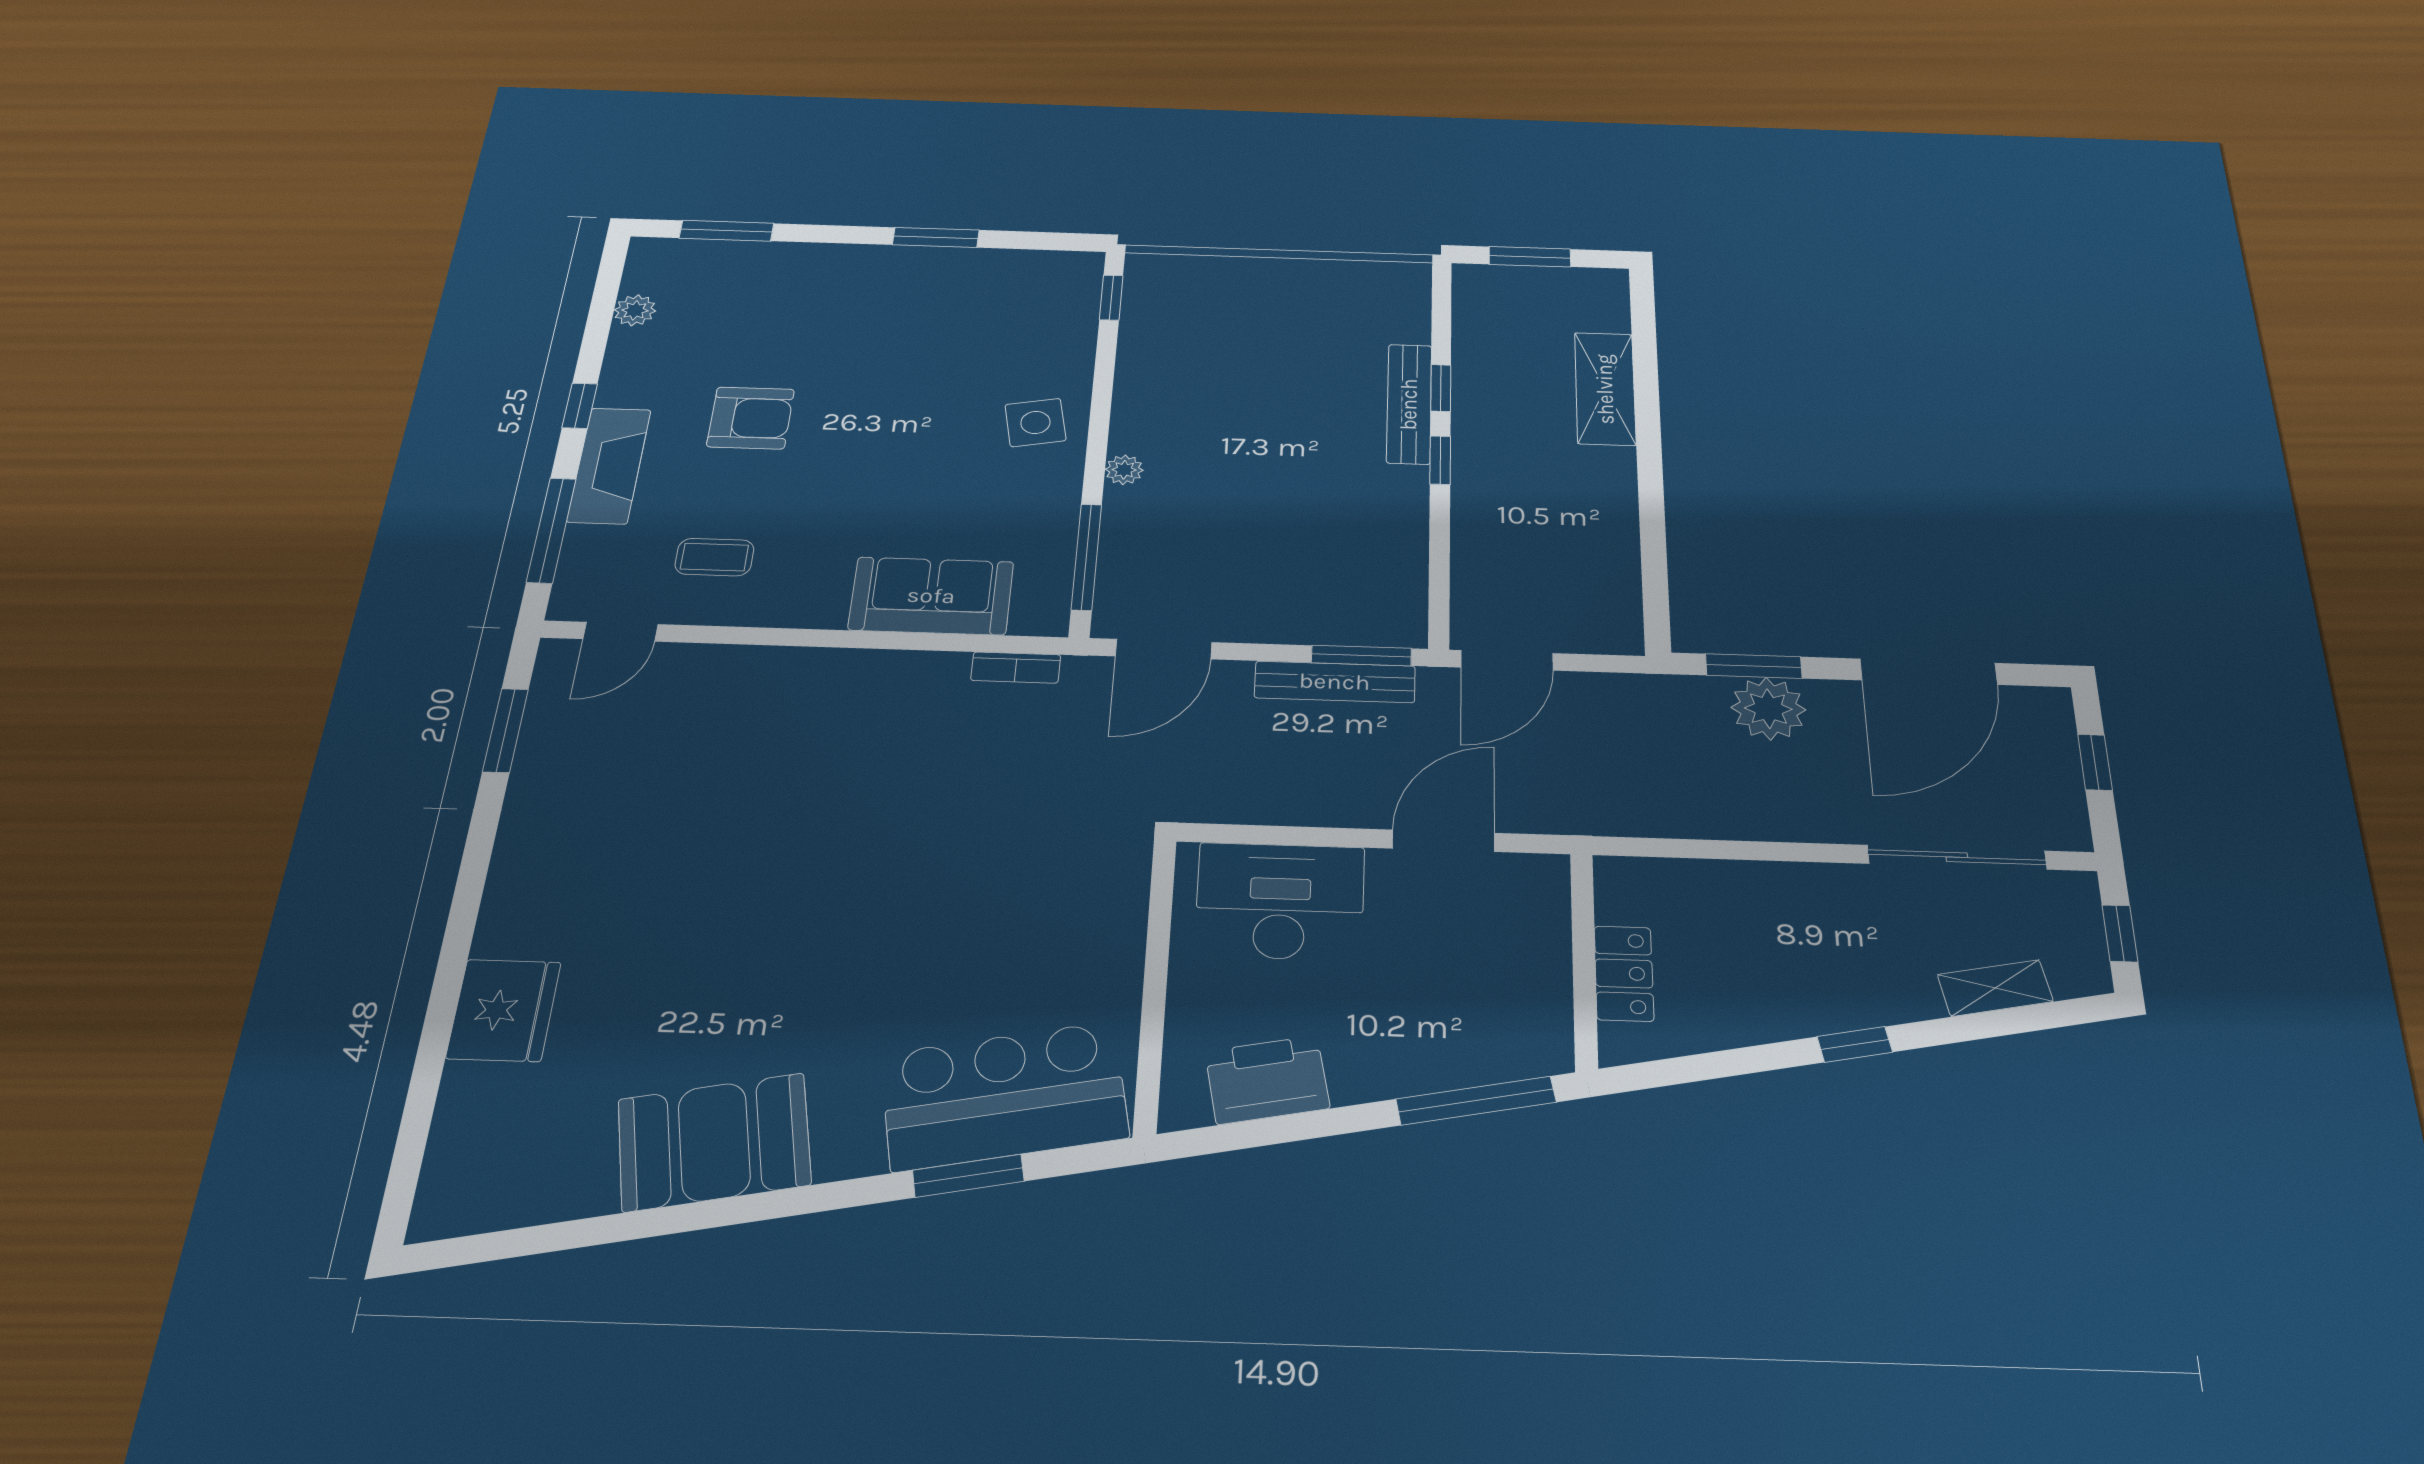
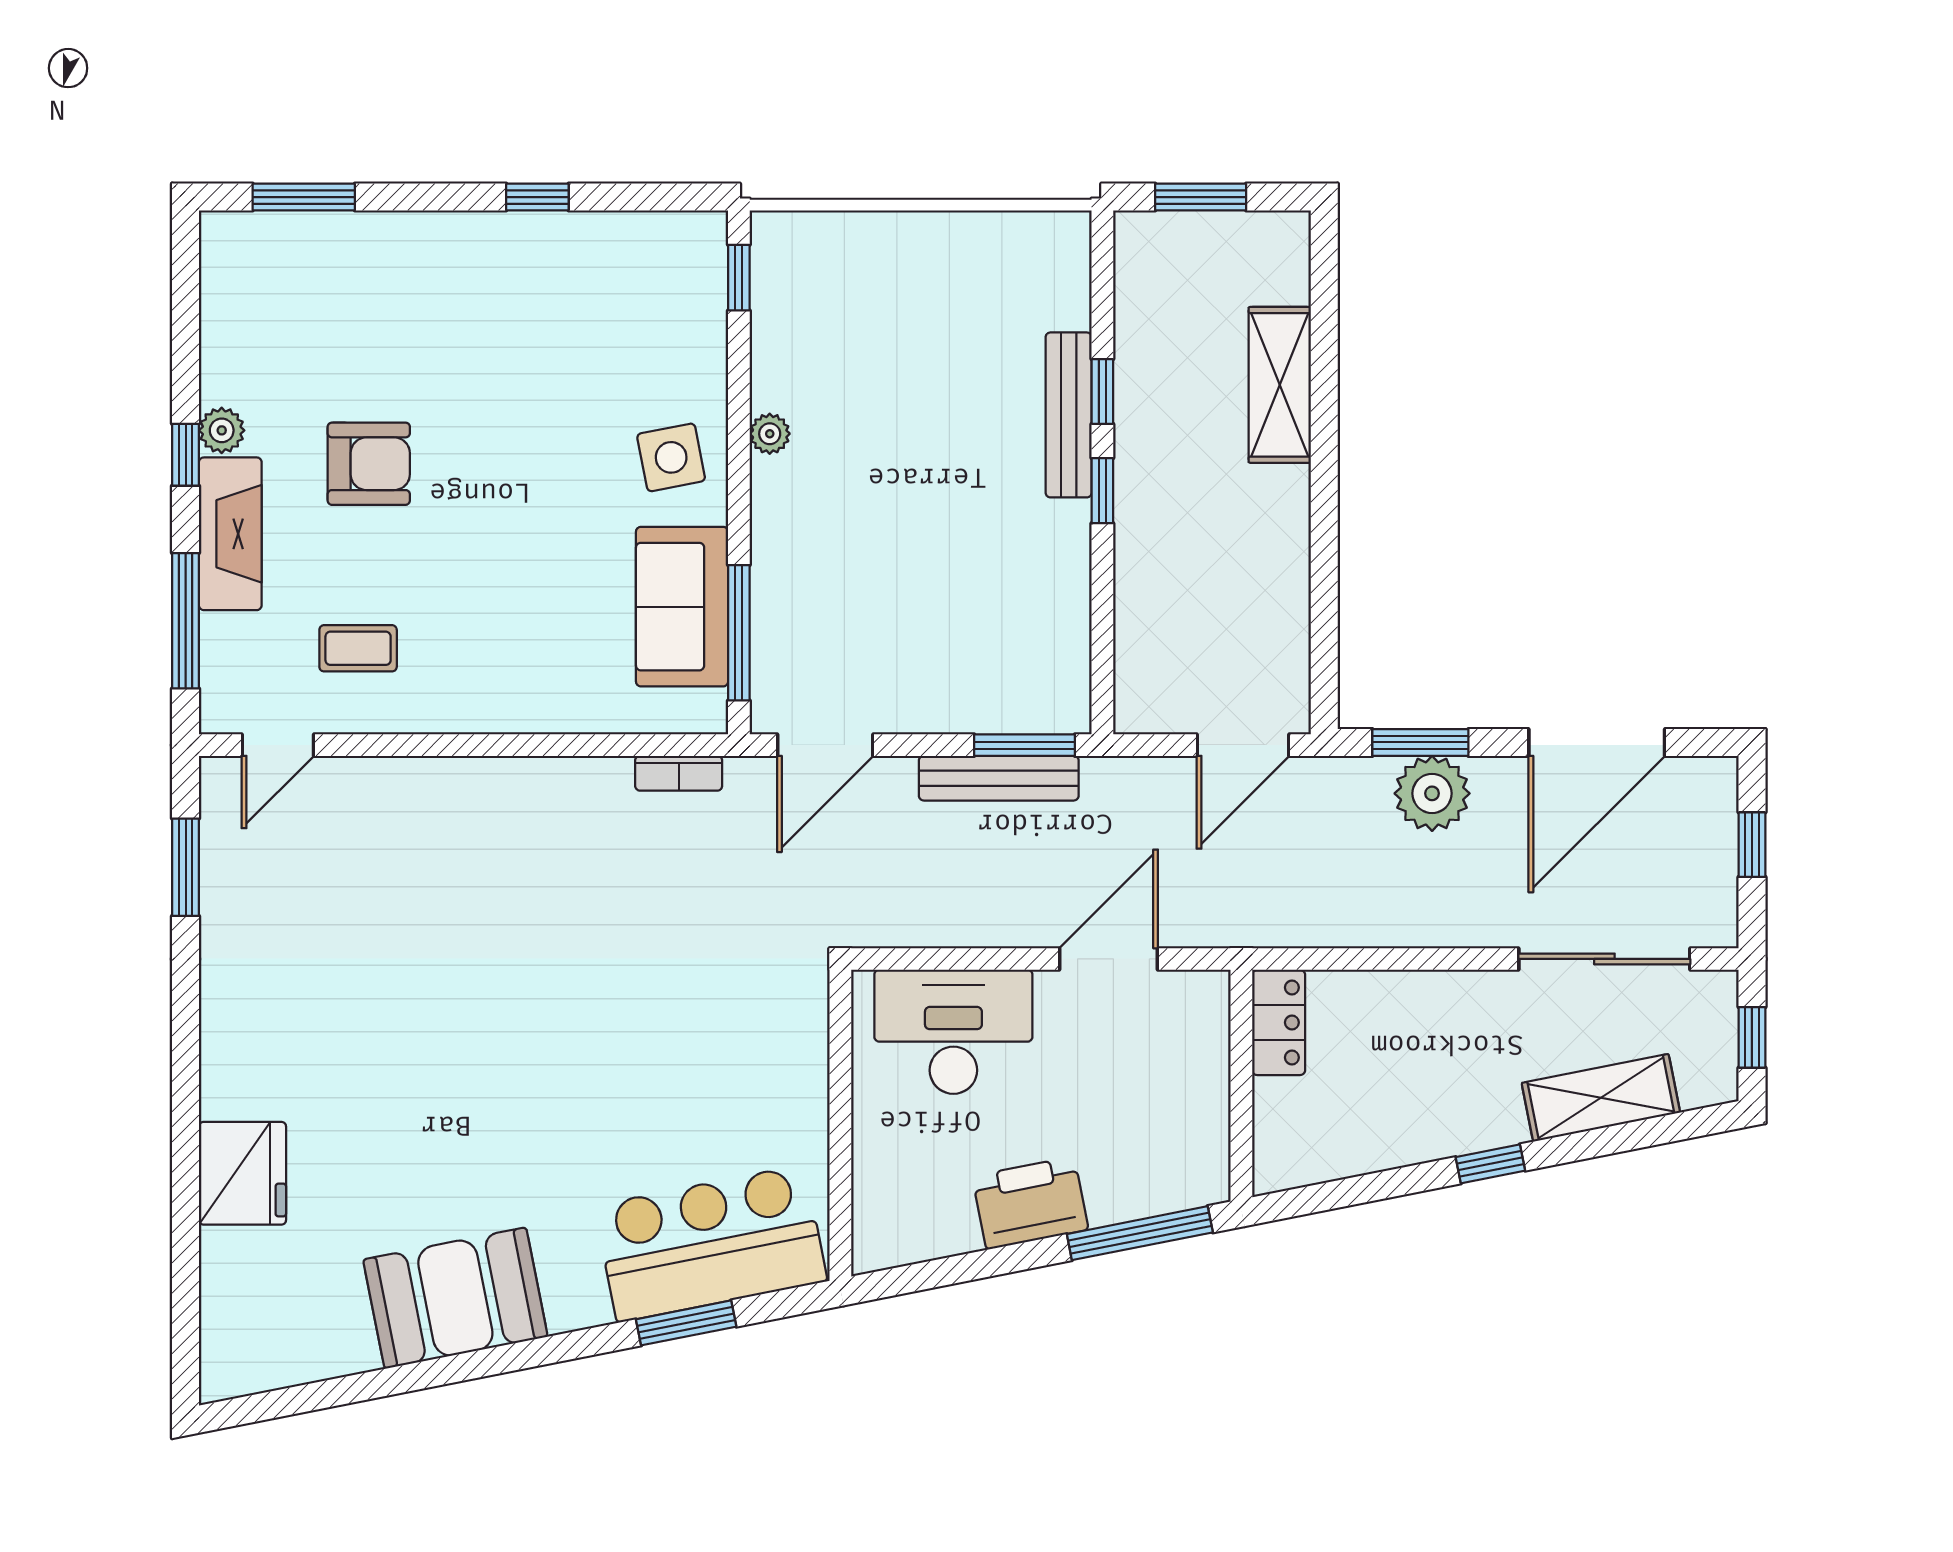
window: (936, 237) -> (537, 197), width x0.67
plant: (635, 310) -> (222, 430), moved
plant: (1124, 470) -> (770, 434), moved
sofa: (931, 596) -> (682, 607), moved, turned -90
door: (1507, 660) -> (1243, 745), moved
locker: (1624, 973) -> (1279, 1023), moved
shelving: (1995, 988) -> (1601, 1098), width x1.50, depth x1.33
printer: (1267, 1080) -> (1030, 1203), moved

